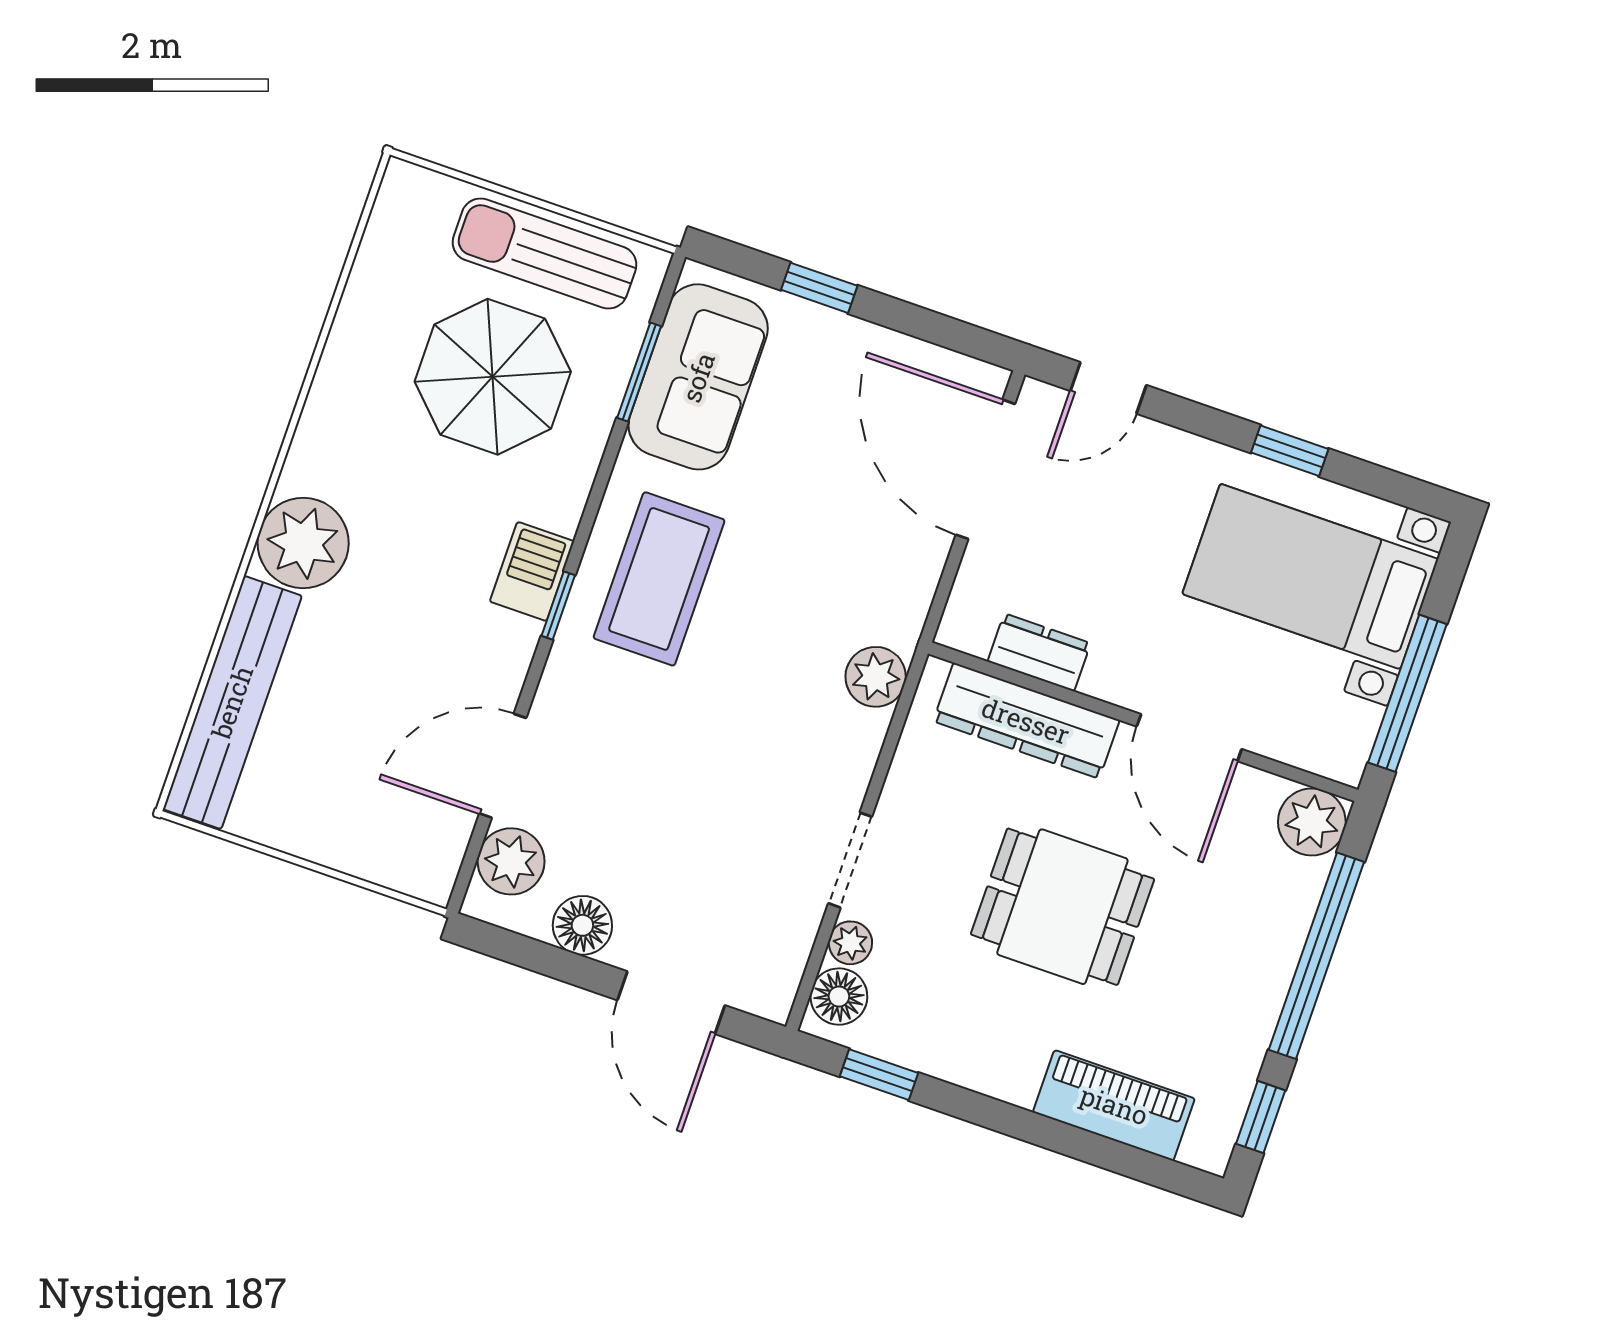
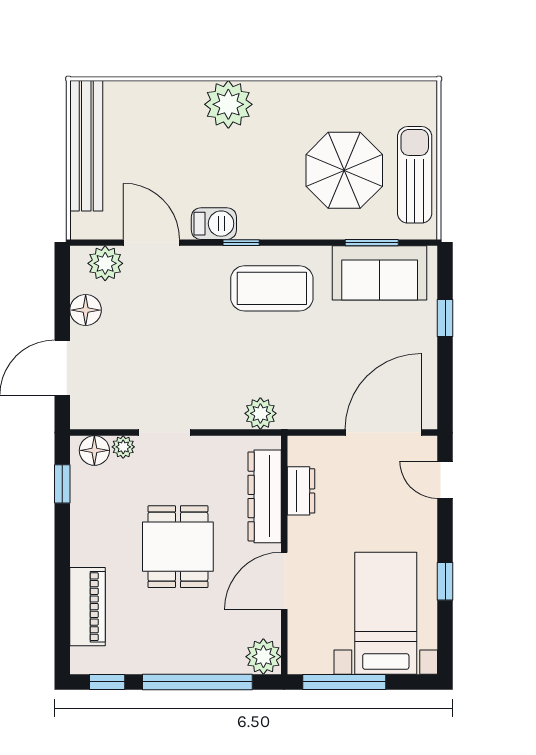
barbecue: (532, 571) -> (214, 224), moved
bench: (232, 702) -> (86, 146), moved, turned 90

